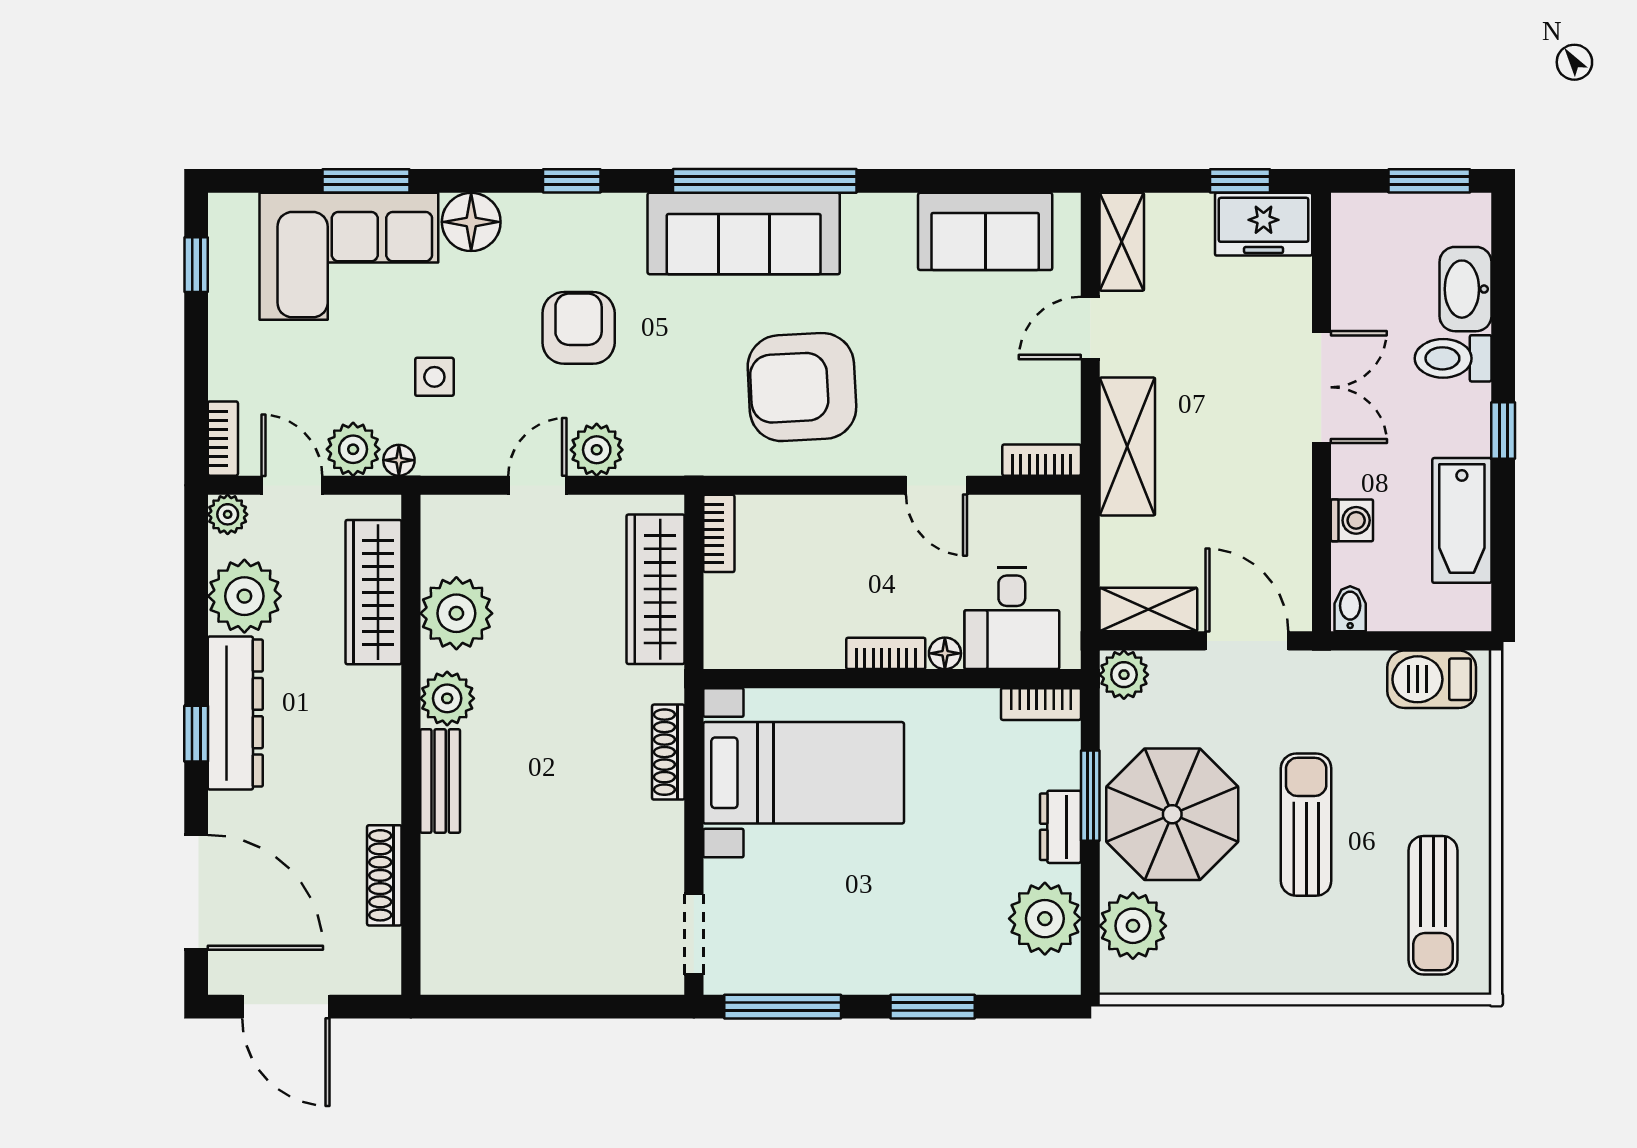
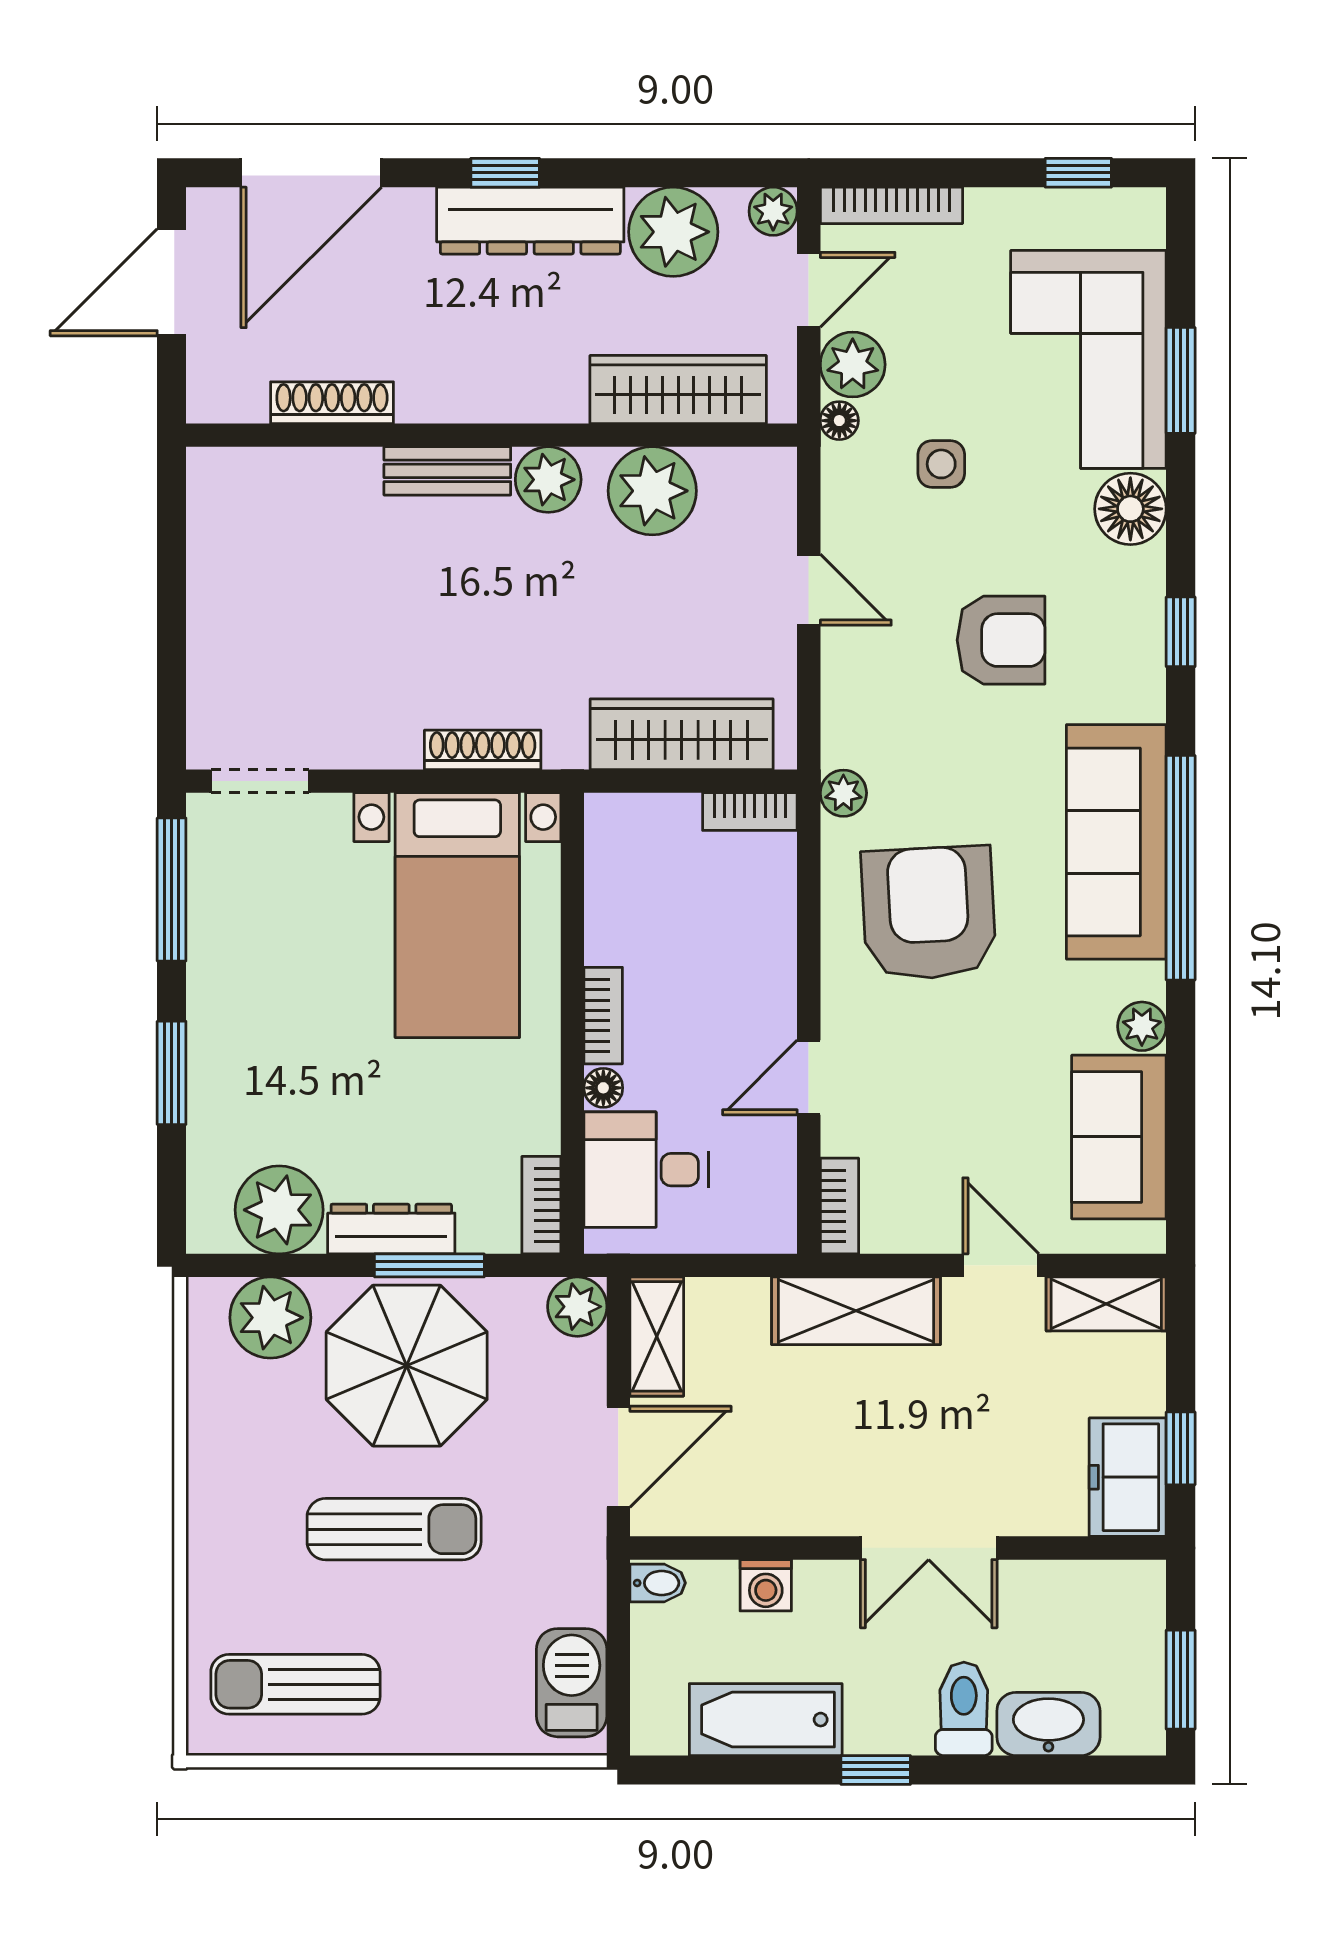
plant: (895, 213) -> (1142, 1026), added
bookcase: (223, 439) -> (891, 205), width x1.56
plant: (597, 450) -> (843, 793), moved, width x0.73, depth x0.73
dresser: (1060, 827) -> (391, 1229), width x1.44

